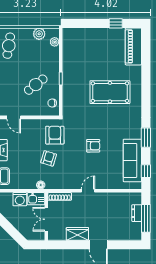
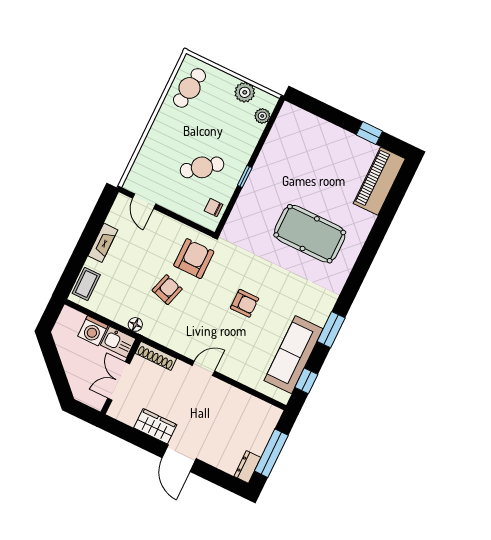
dresser: (137, 213) -> (247, 467), moved

